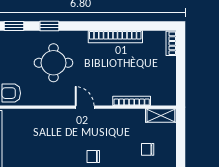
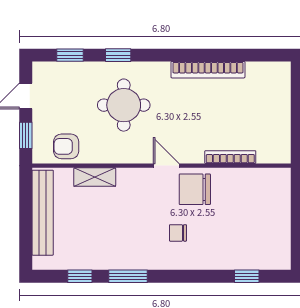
bookcase: (171, 43) -> (284, 79), removed
shelving: (161, 116) -> (95, 177), moved
chair: (148, 149) -> (195, 189), moved, width x1.87, depth x1.87

